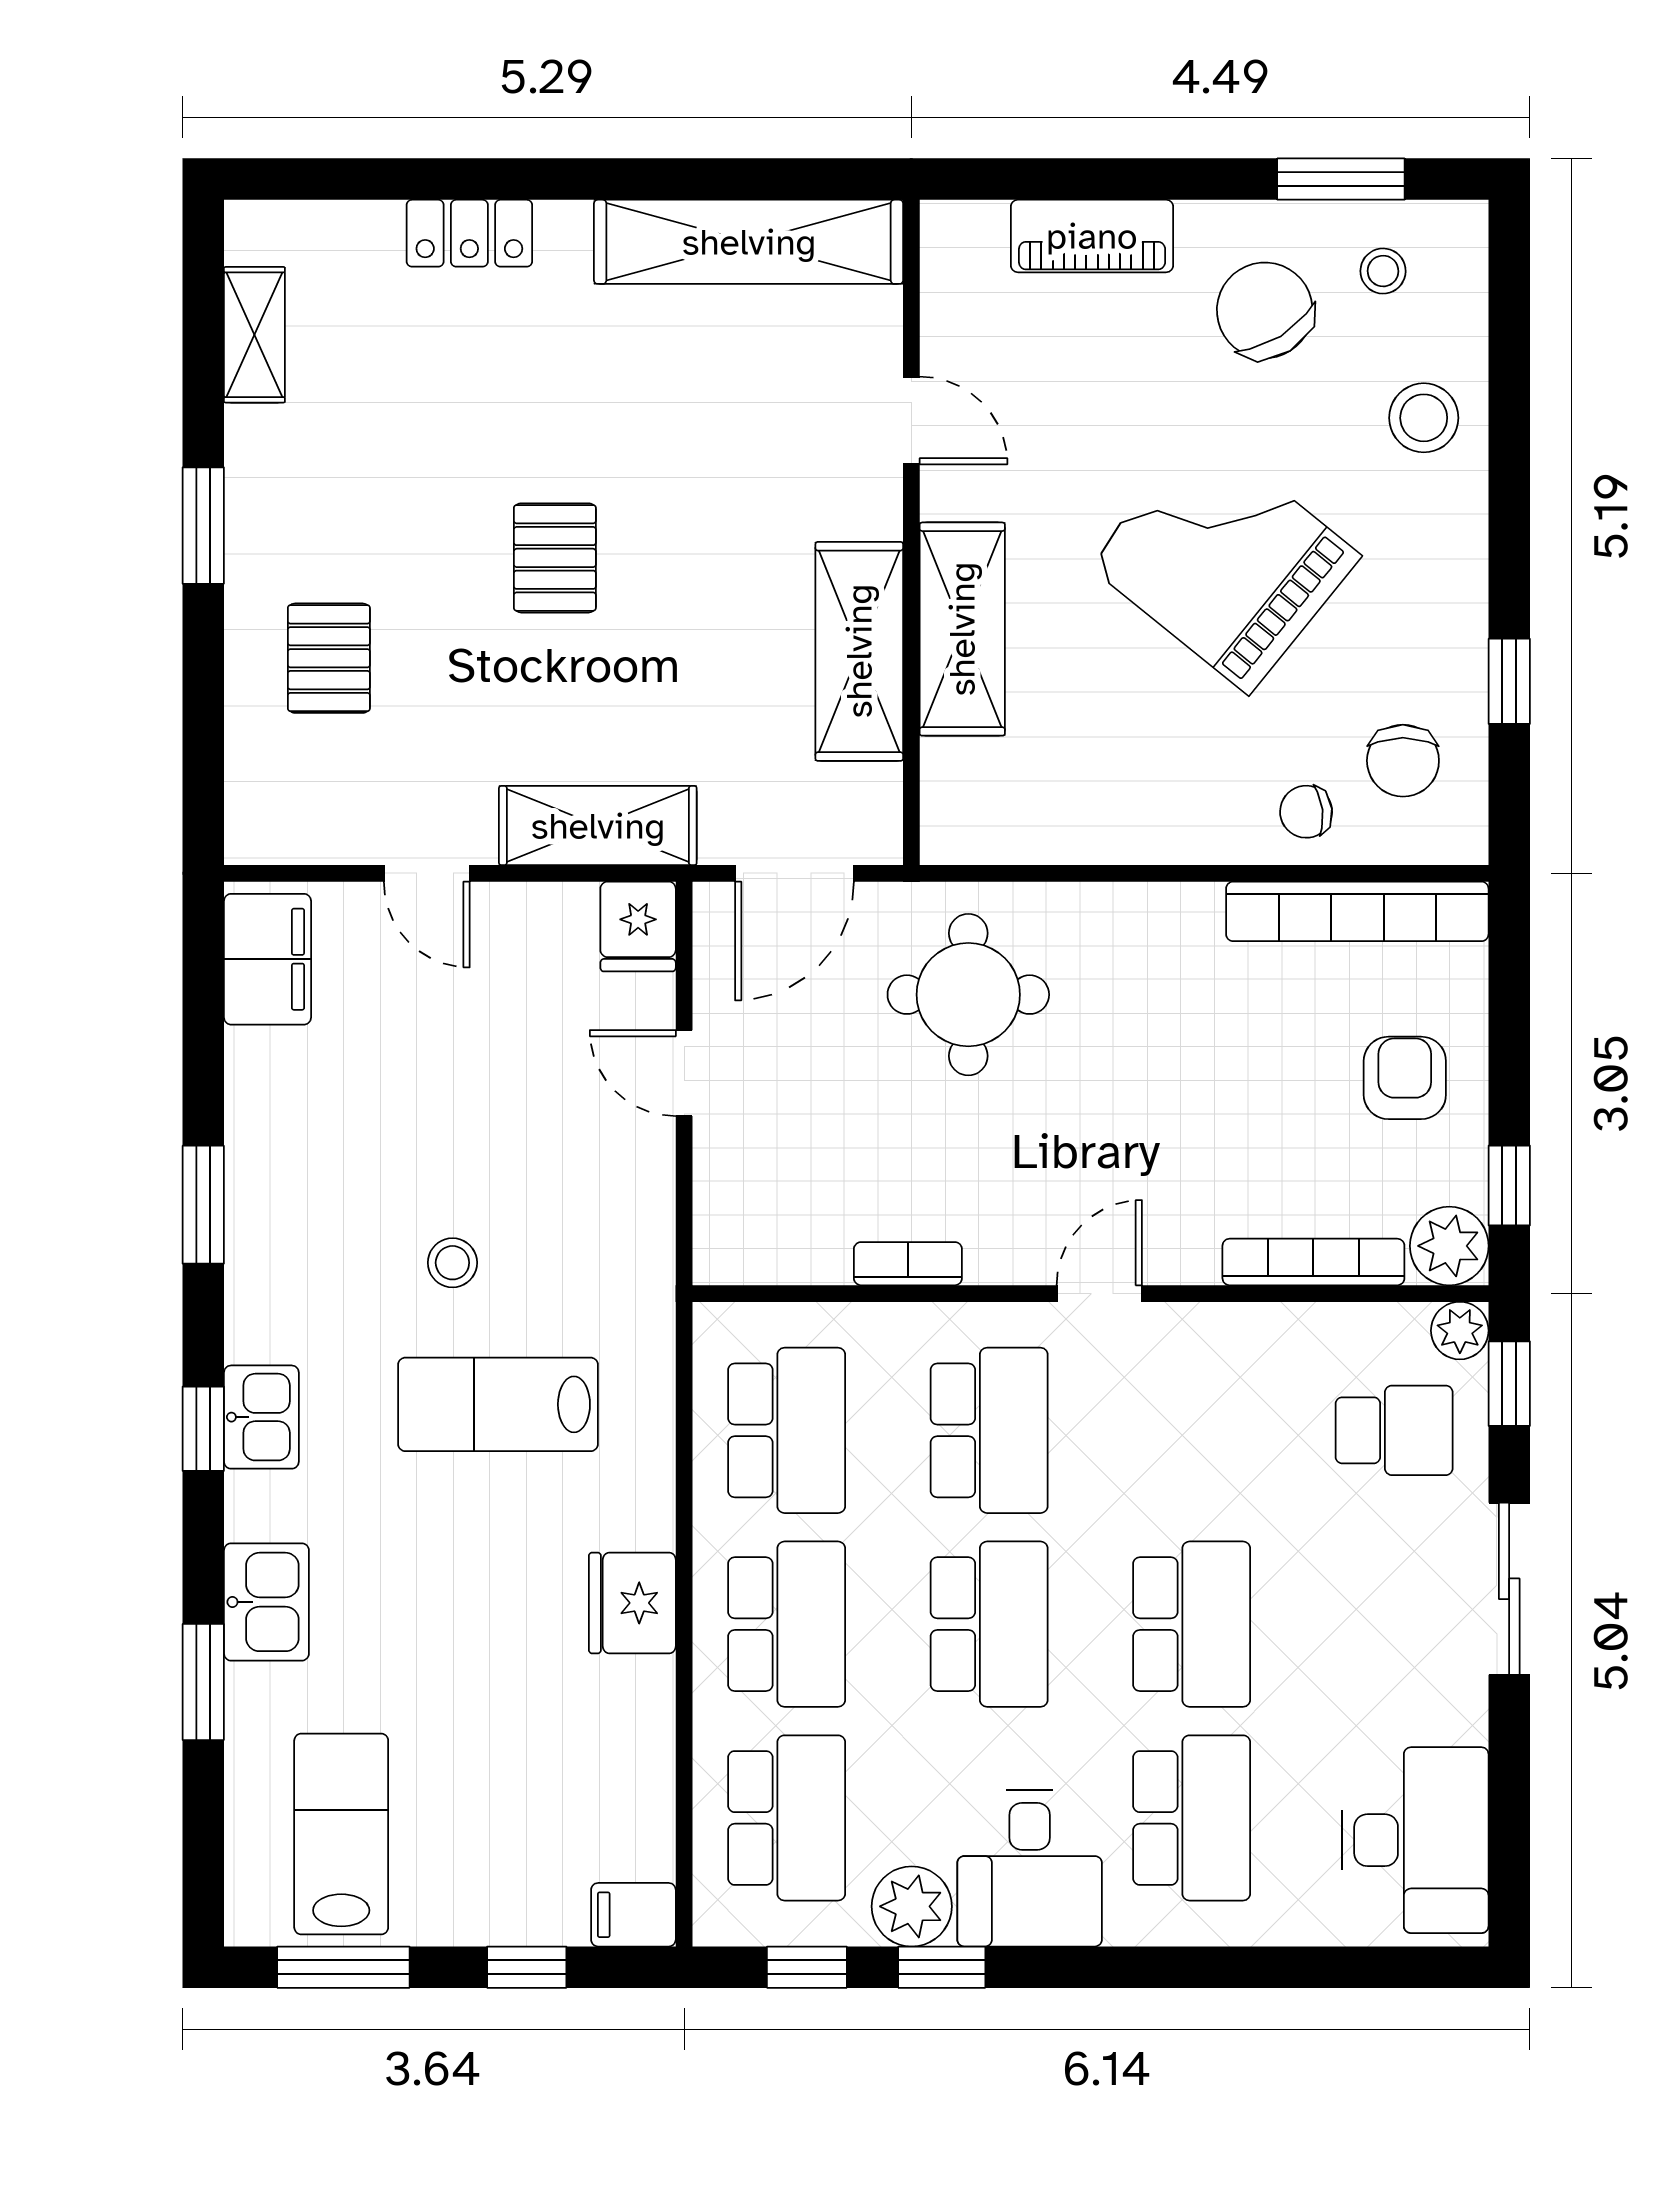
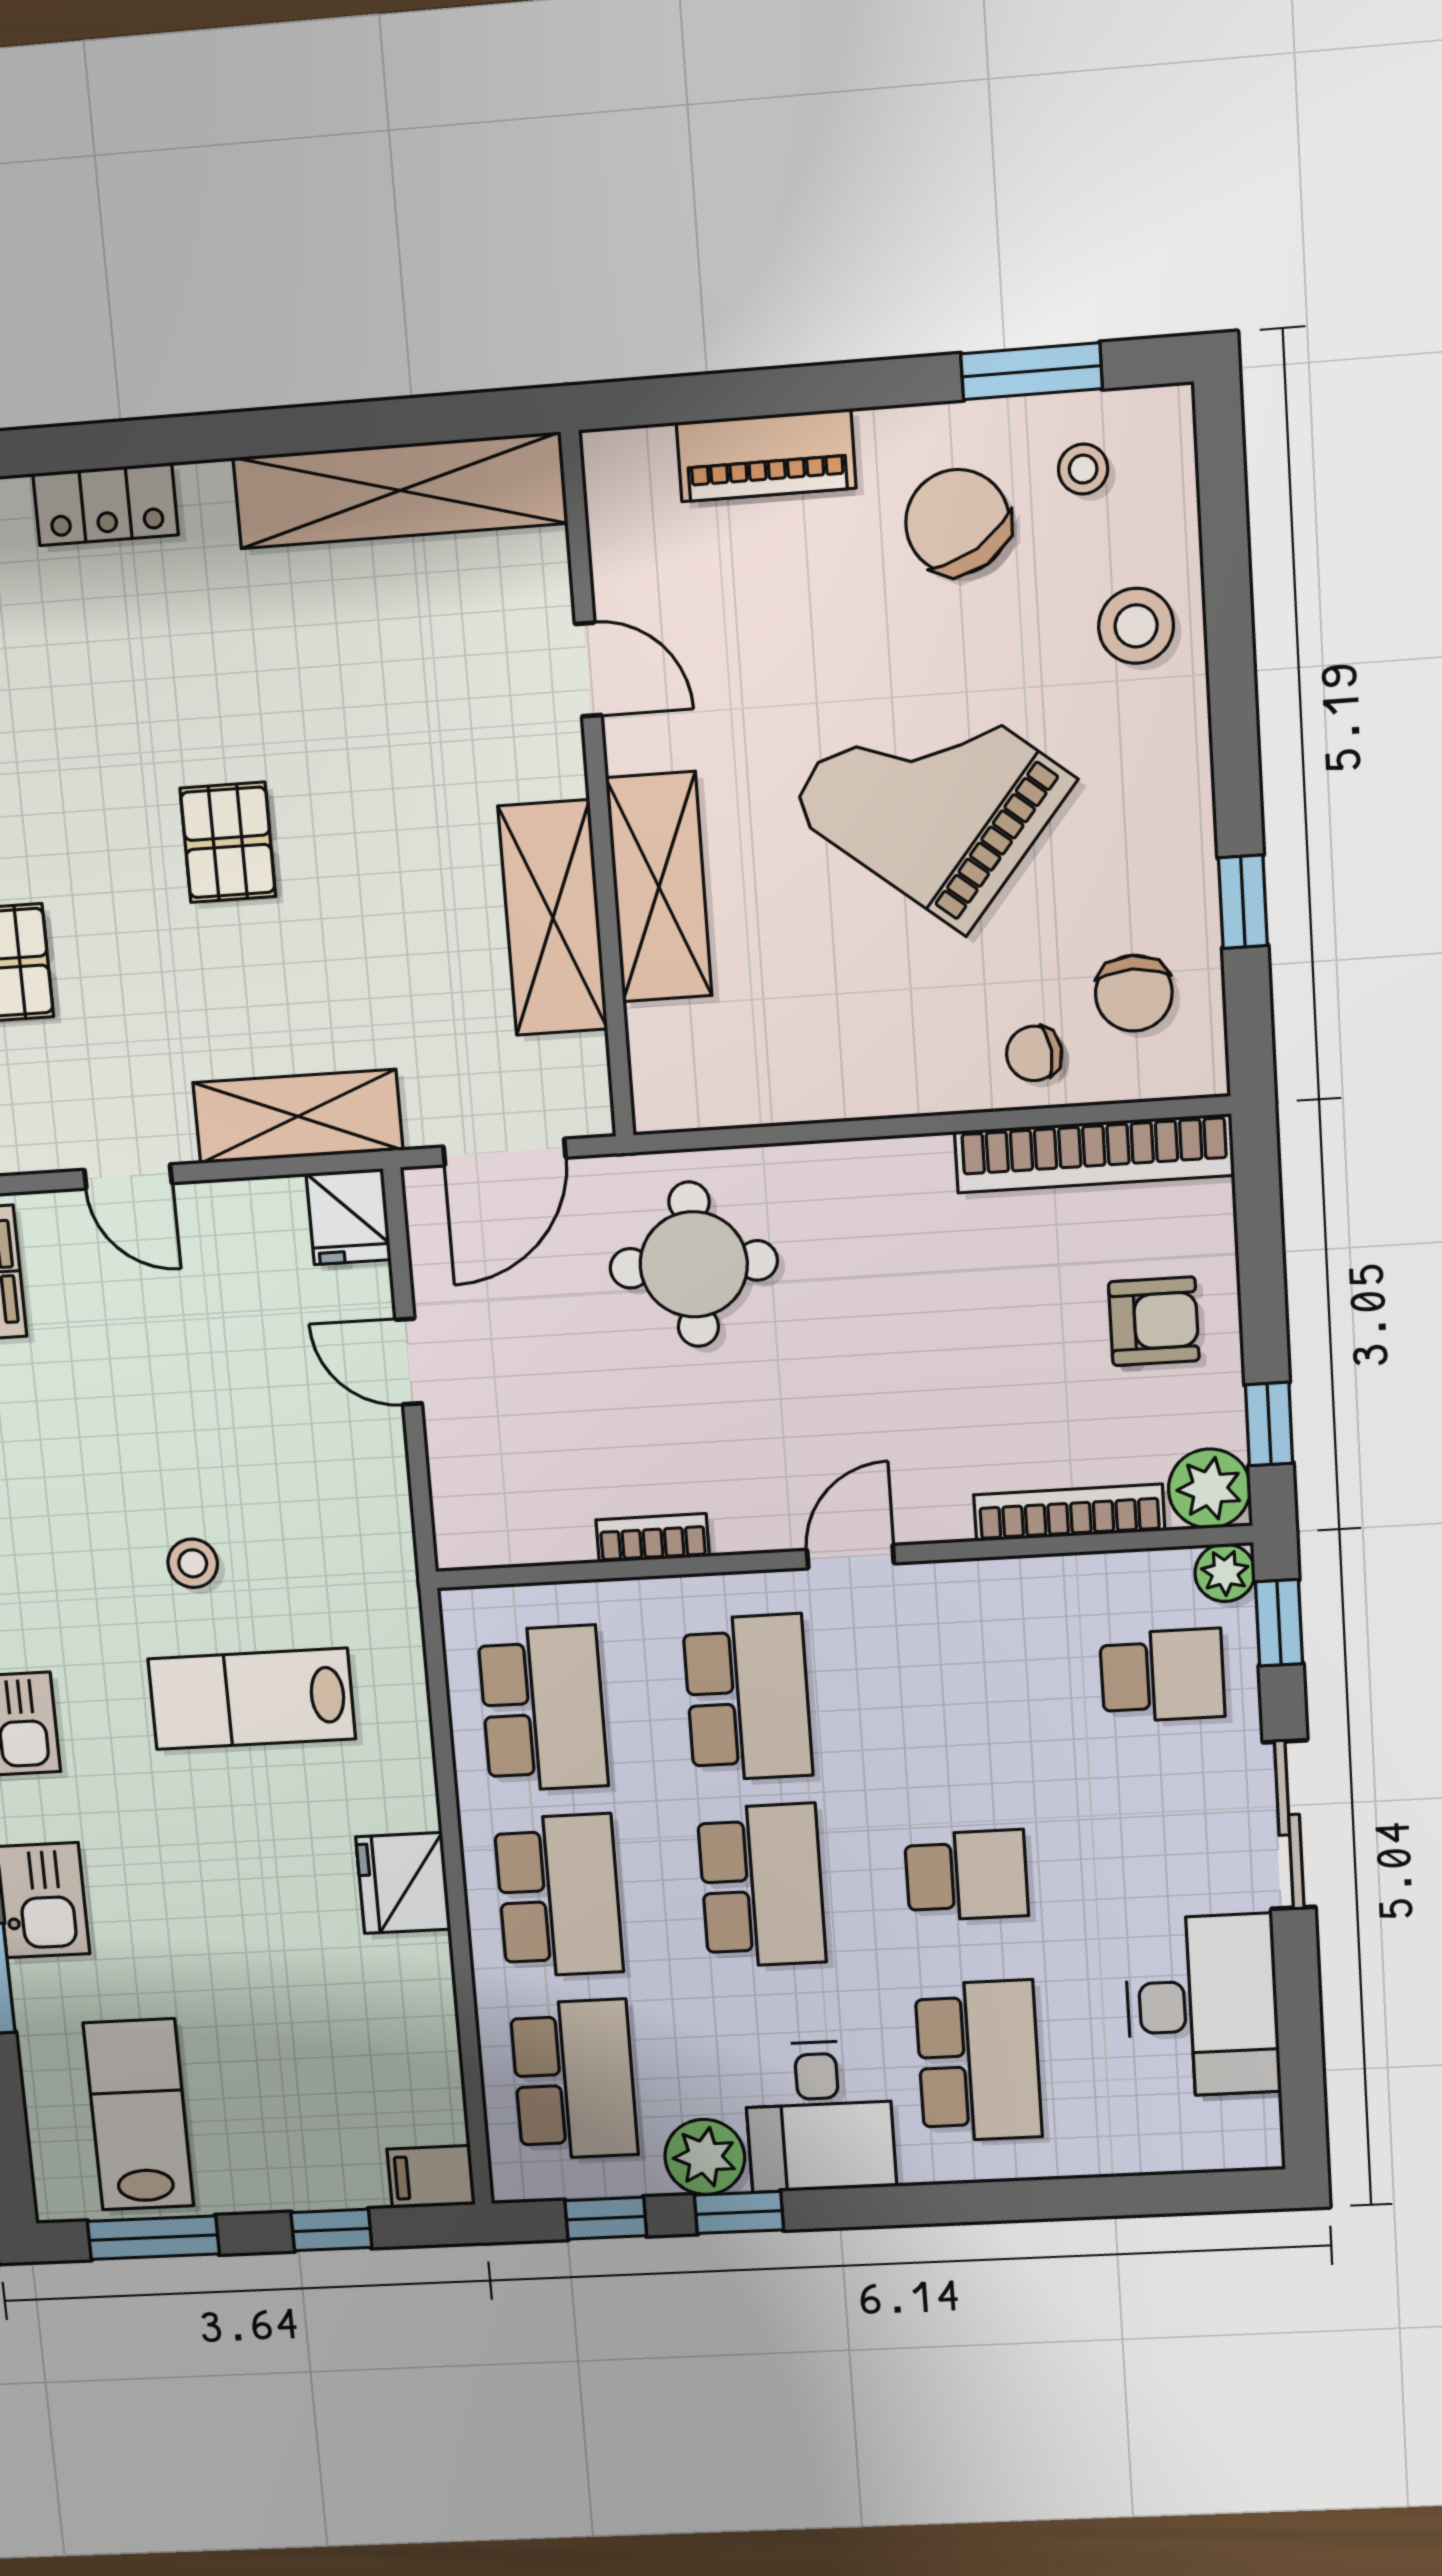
armchair: (1405, 1078) -> (1154, 1321), turned 90
school desk: (1192, 1624) -> (966, 1875), width x0.54
desk: (1416, 1840) -> (1202, 2006), moved

